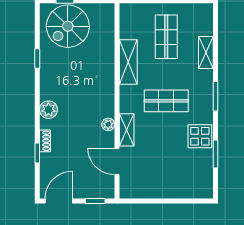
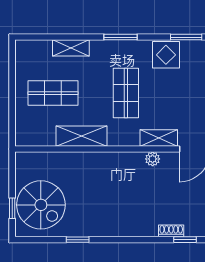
plant: (48, 110) -> (136, 227), removed

